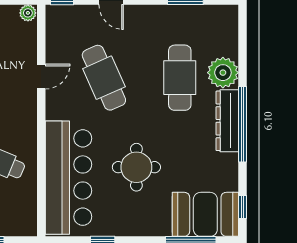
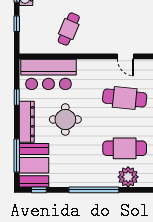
cafe table: (104, 78) -> (125, 98), turned 30
dresser: (227, 121) -> (27, 122), moved, turned 90
bar counter: (68, 178) -> (48, 74), width x0.73

